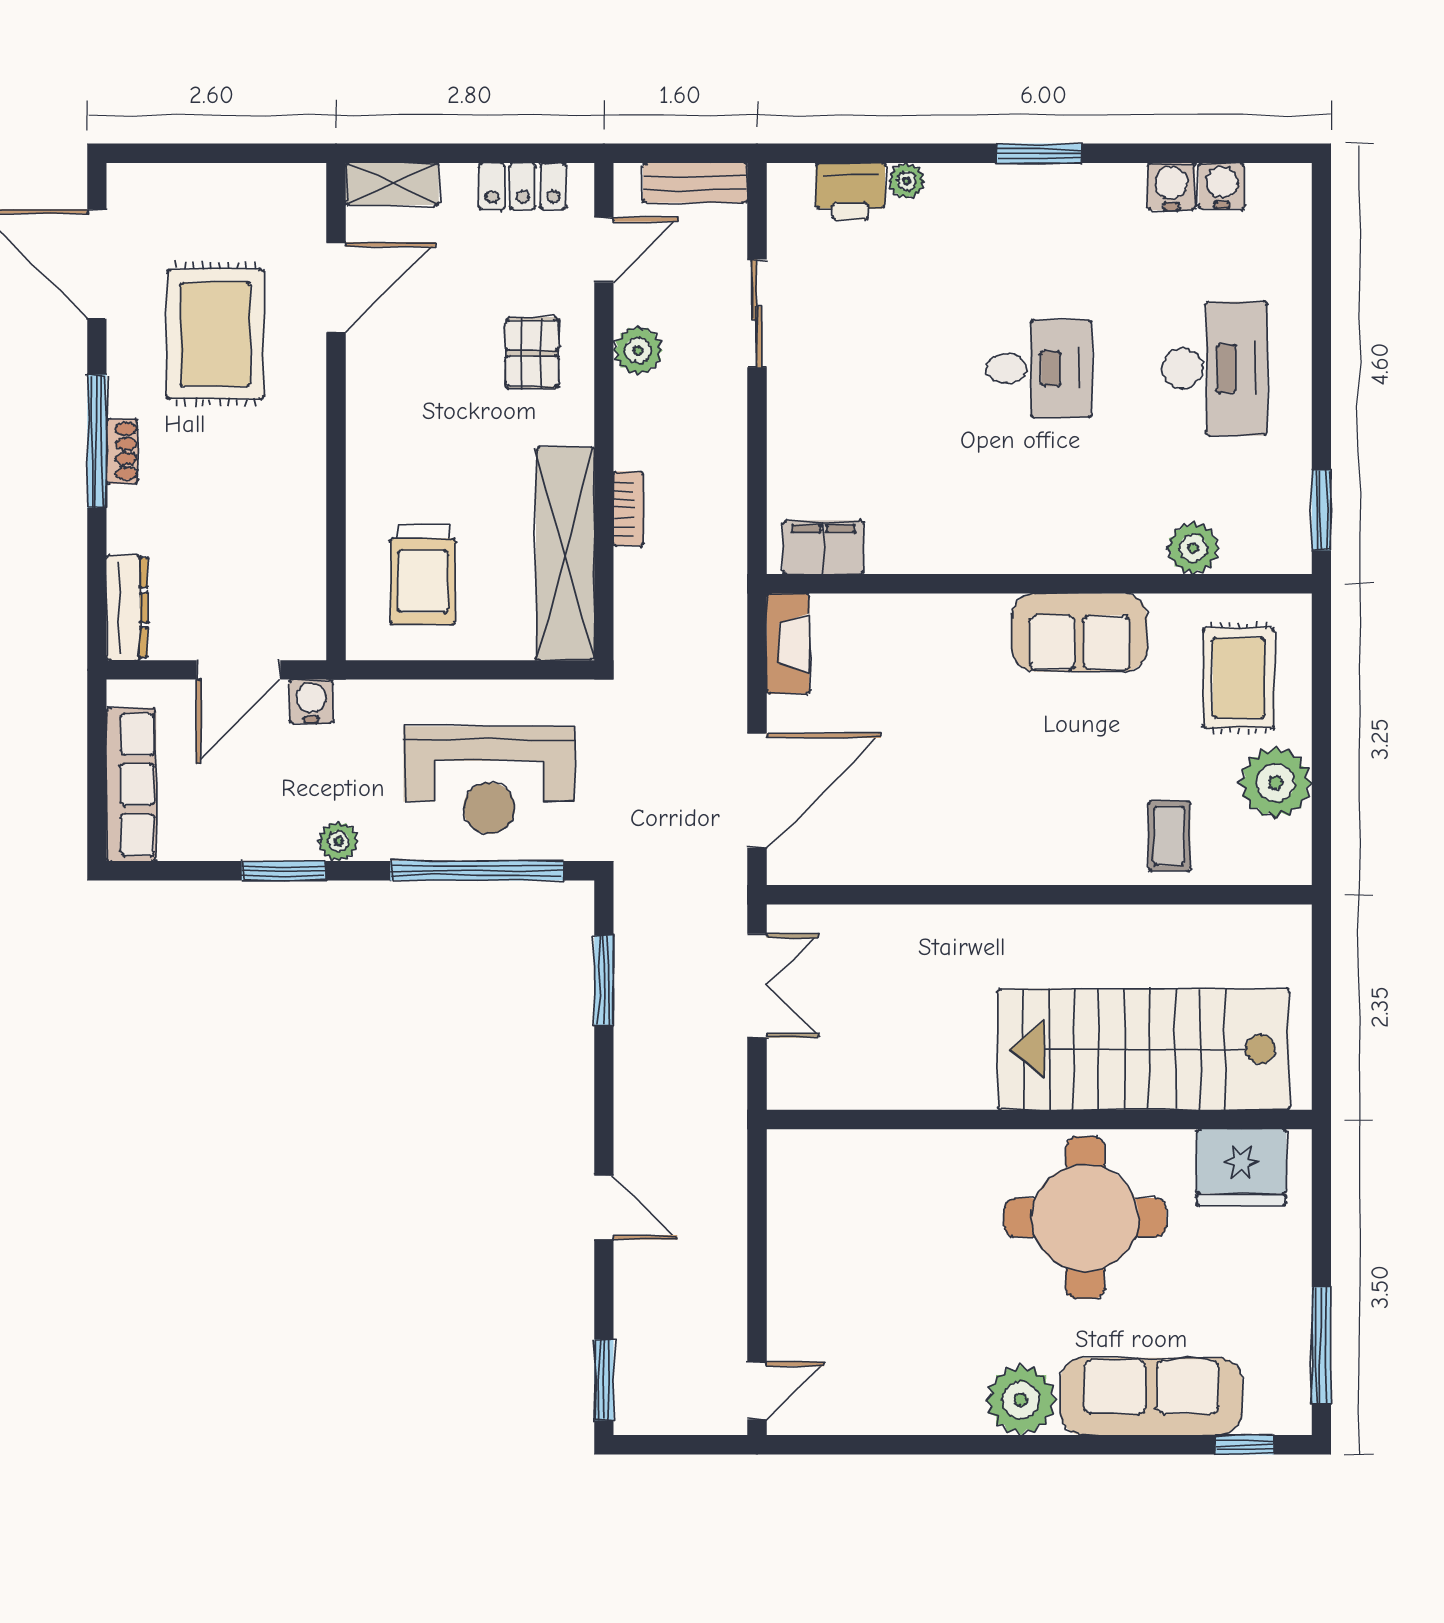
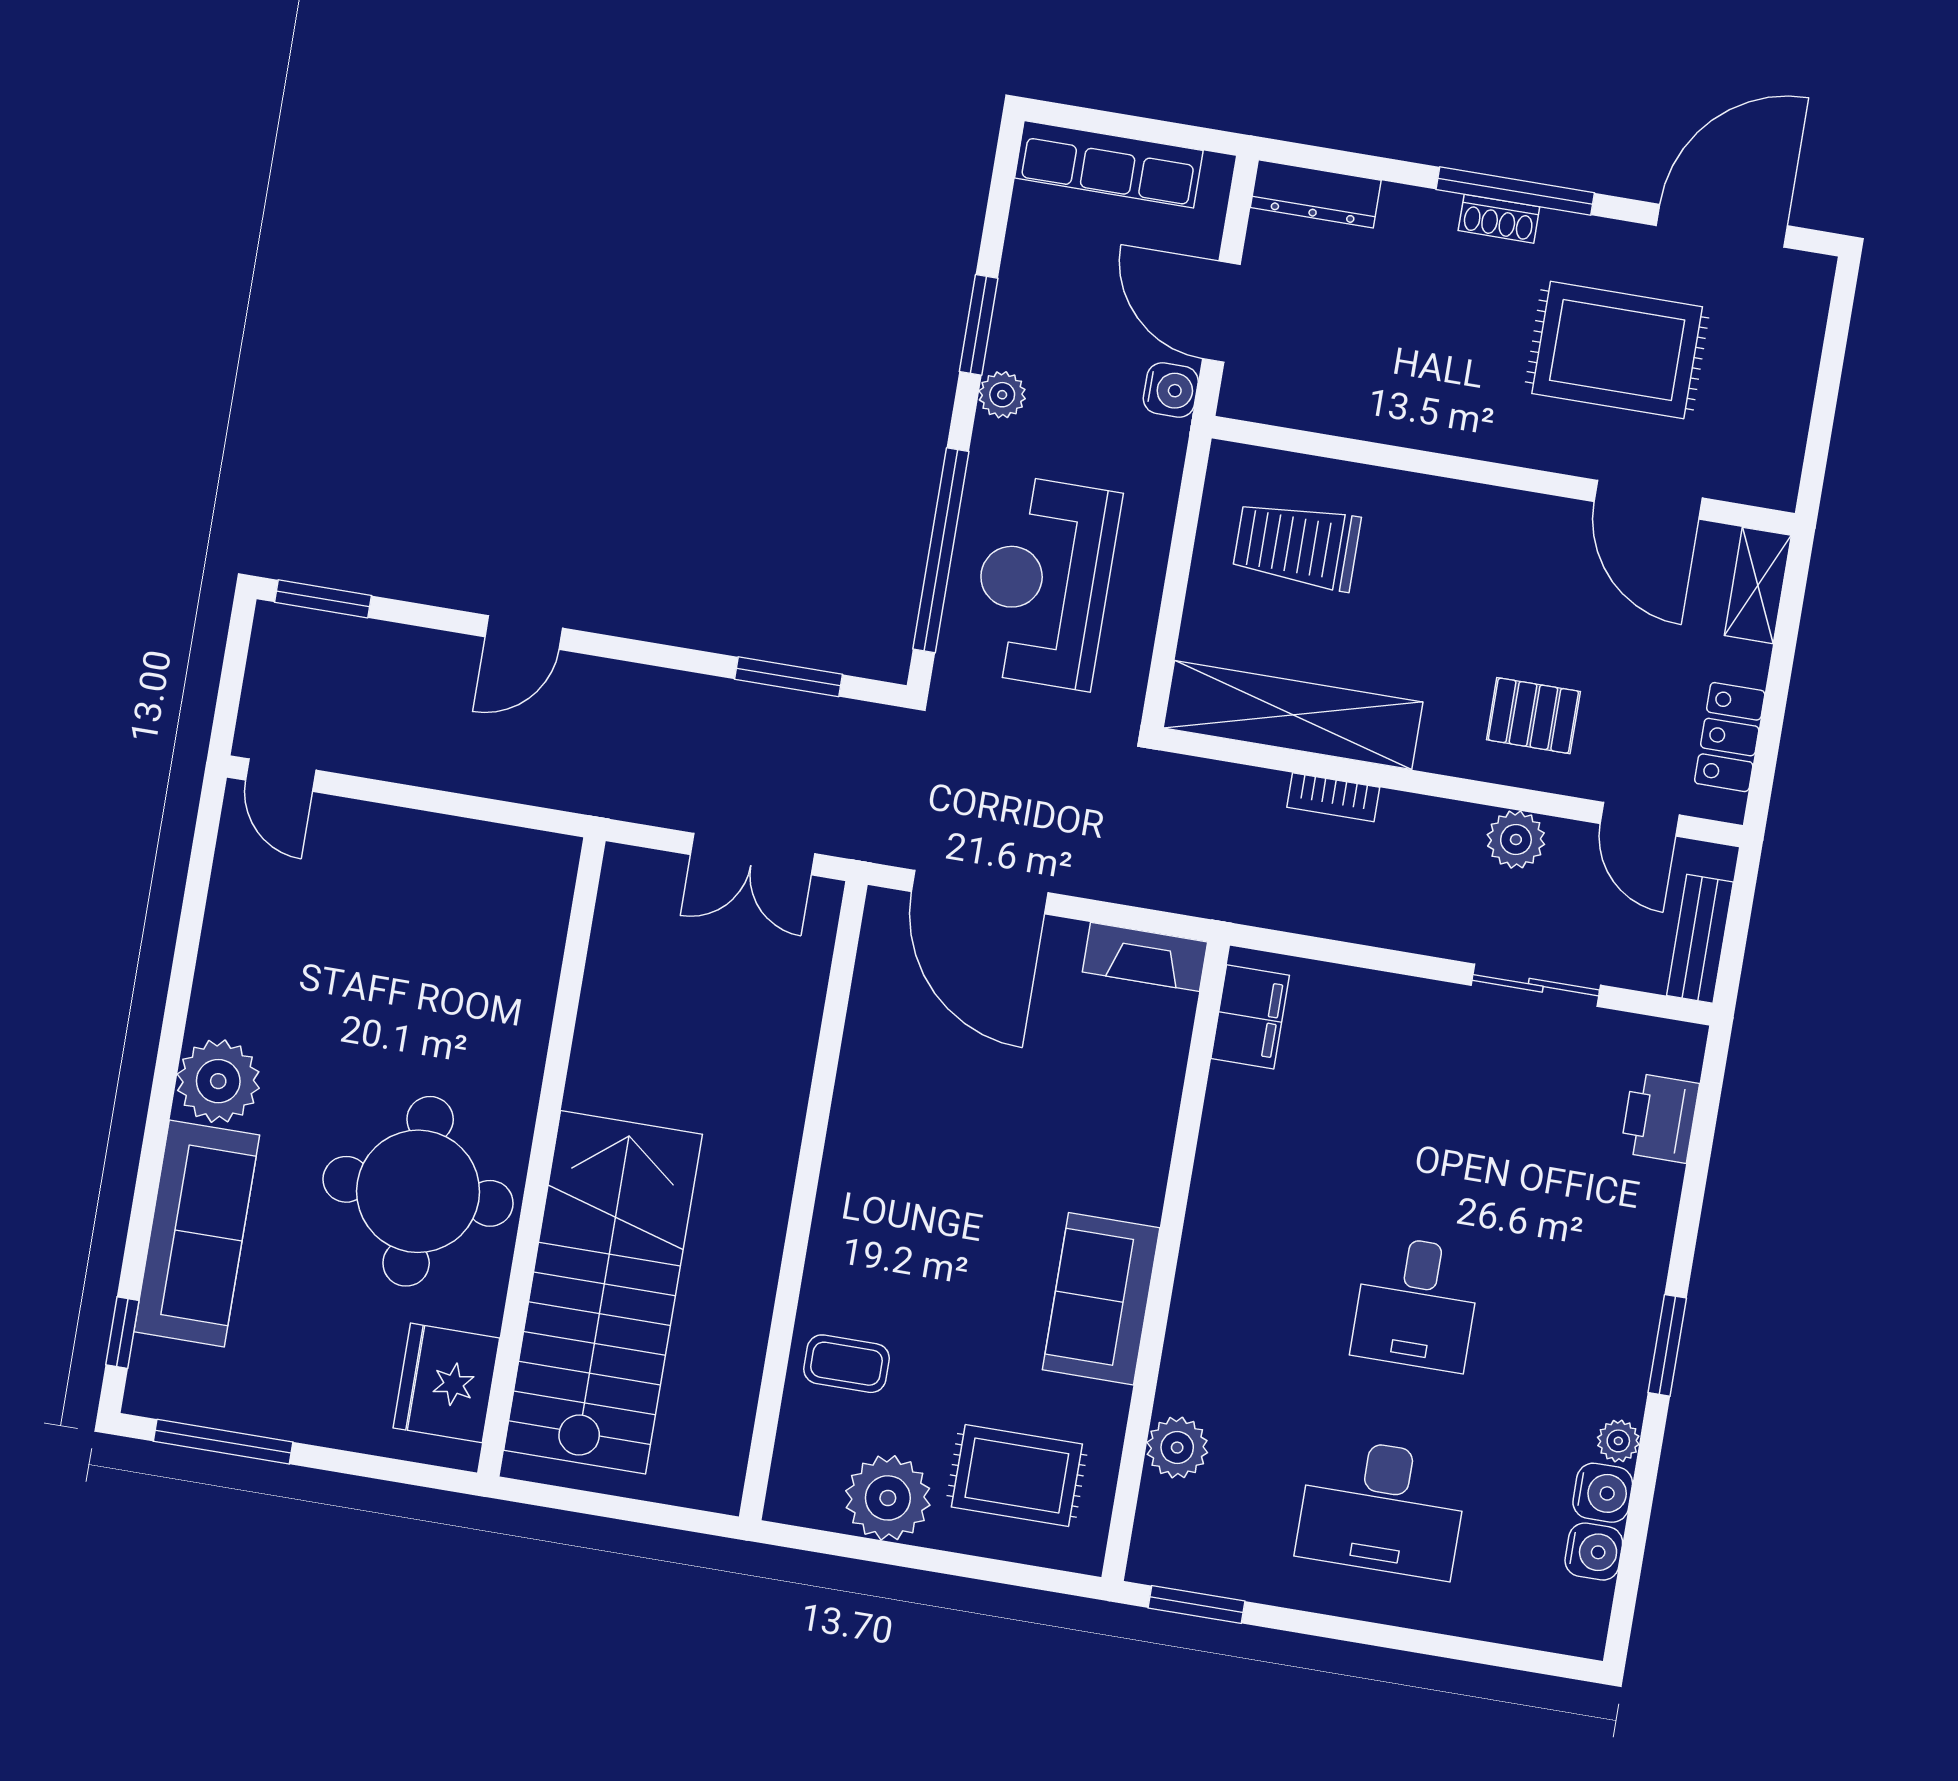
plant: (907, 181) -> (1618, 1441), moved

